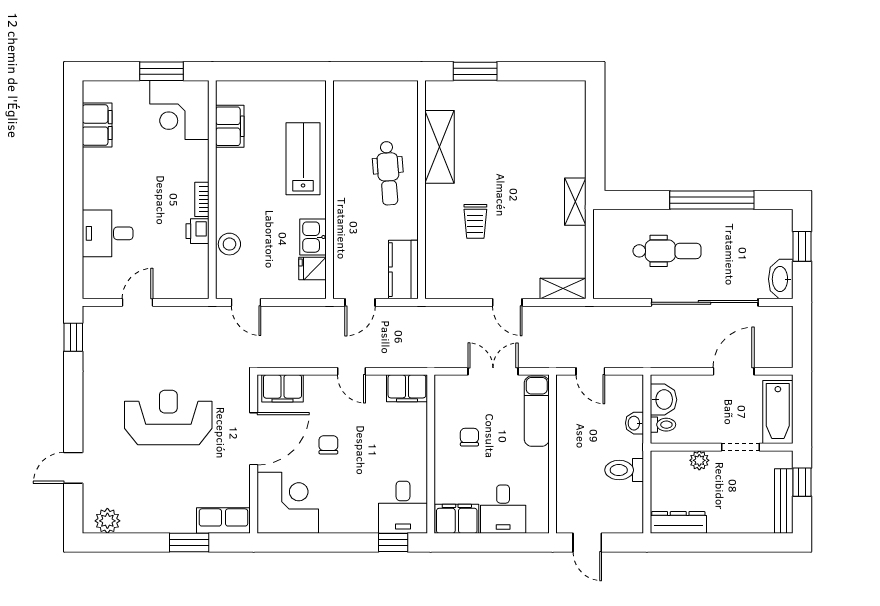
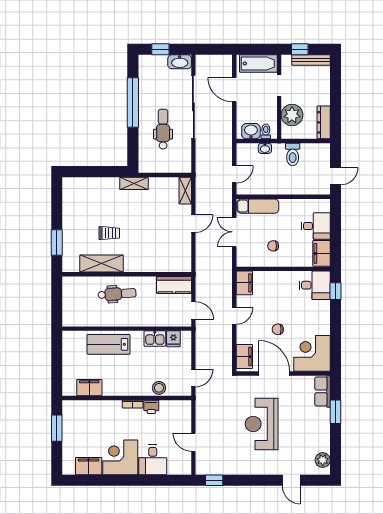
corner desk: (179, 110) -> (120, 457), moved, turned 180
trolley: (475, 221) -> (109, 233), moved
plant: (699, 460) -> (292, 115), width x1.88, depth x1.88

